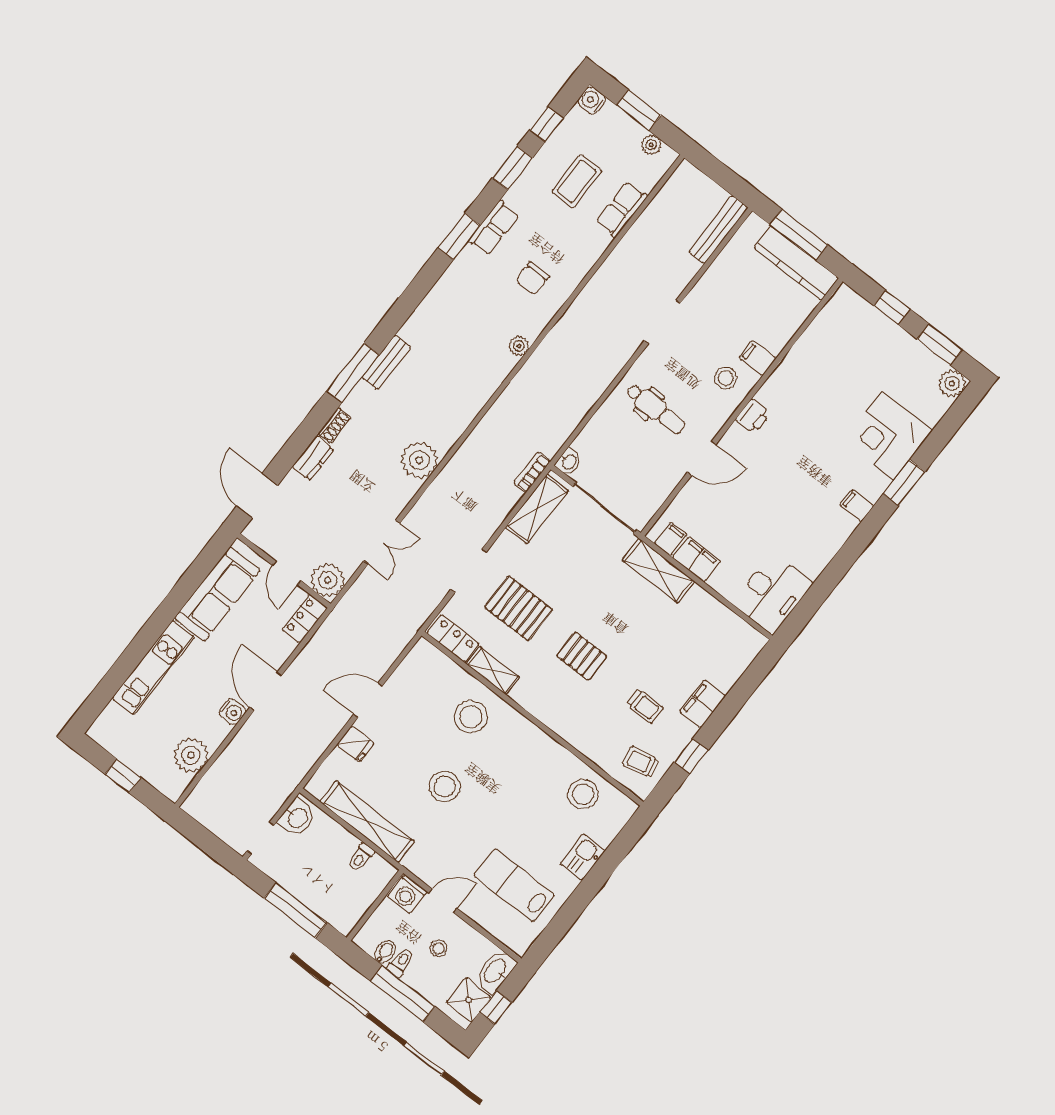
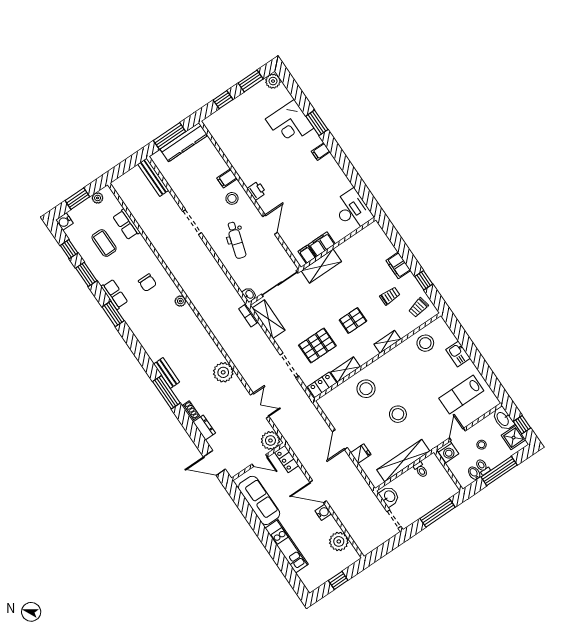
dental chair: (656, 409) -> (236, 240), turned 107
shelving: (564, 728) -> (387, 342), added

